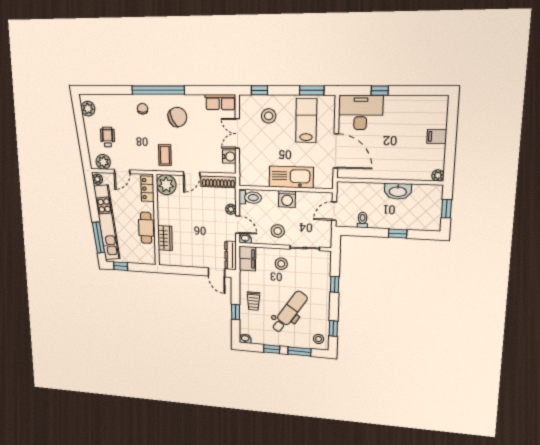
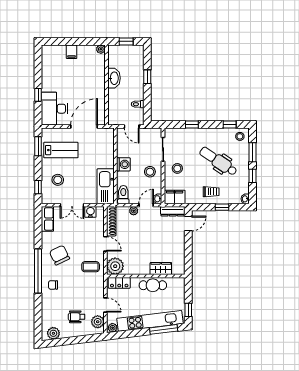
lab bench: (306, 120) -> (61, 150), turned 180
kitchen sink: (291, 177) -> (106, 186), moved

